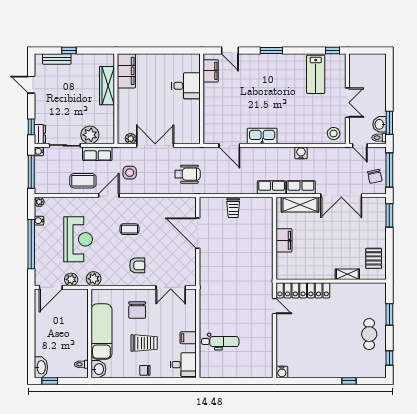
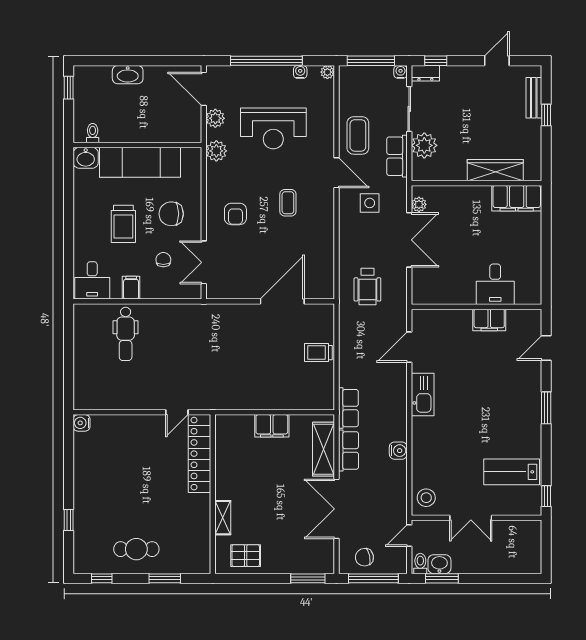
filing cabinet: (211, 71) -> (489, 320), moved
washbasin: (41, 367) -> (128, 75), moved
chair: (145, 370) -> (163, 260), moved

